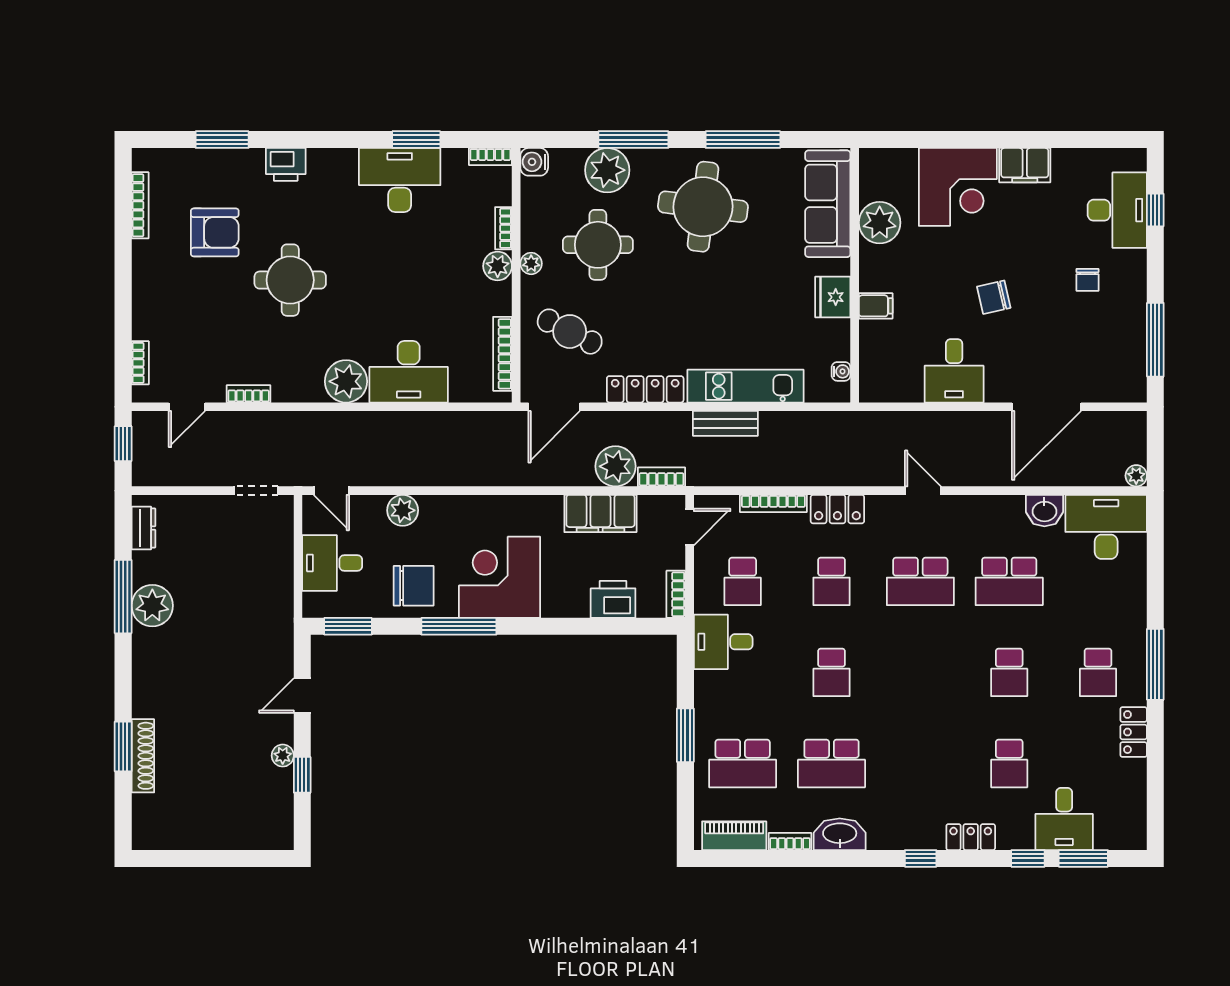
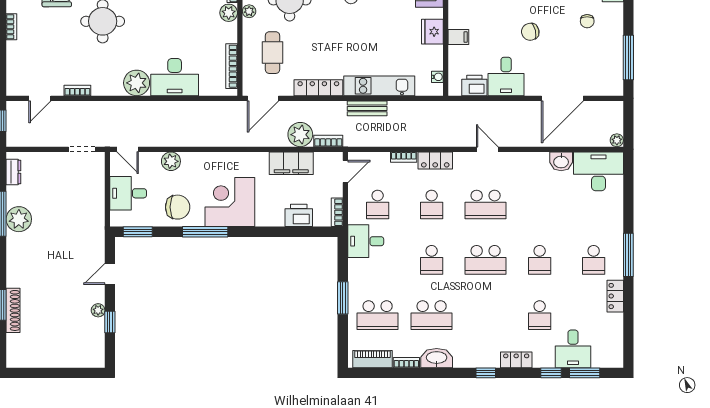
cafe table: (570, 332) -> (272, 53), turned 63
bookcase: (140, 363) -> (11, 27), moved
printer: (902, 386) -> (474, 85), added
bookcase: (773, 503) -> (404, 157), width x0.64
school desk: (1009, 581) -> (486, 260), moved

